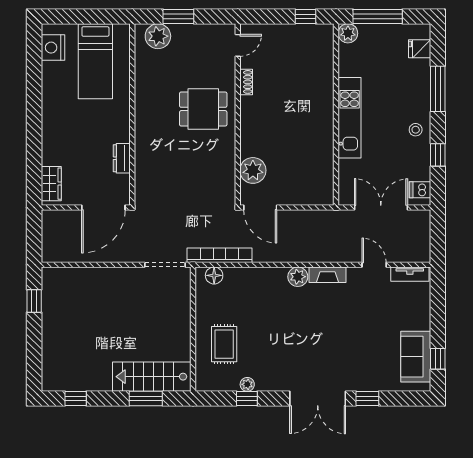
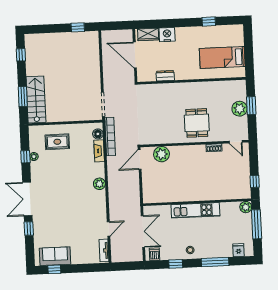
plant: (158, 36) -> (240, 109), moved
nightstand: (53, 48) -> (167, 35), moved
window: (34, 81) -> (209, 21), added
door: (103, 207) -> (135, 55), moved
fireplace: (328, 275) -> (99, 151), moved

